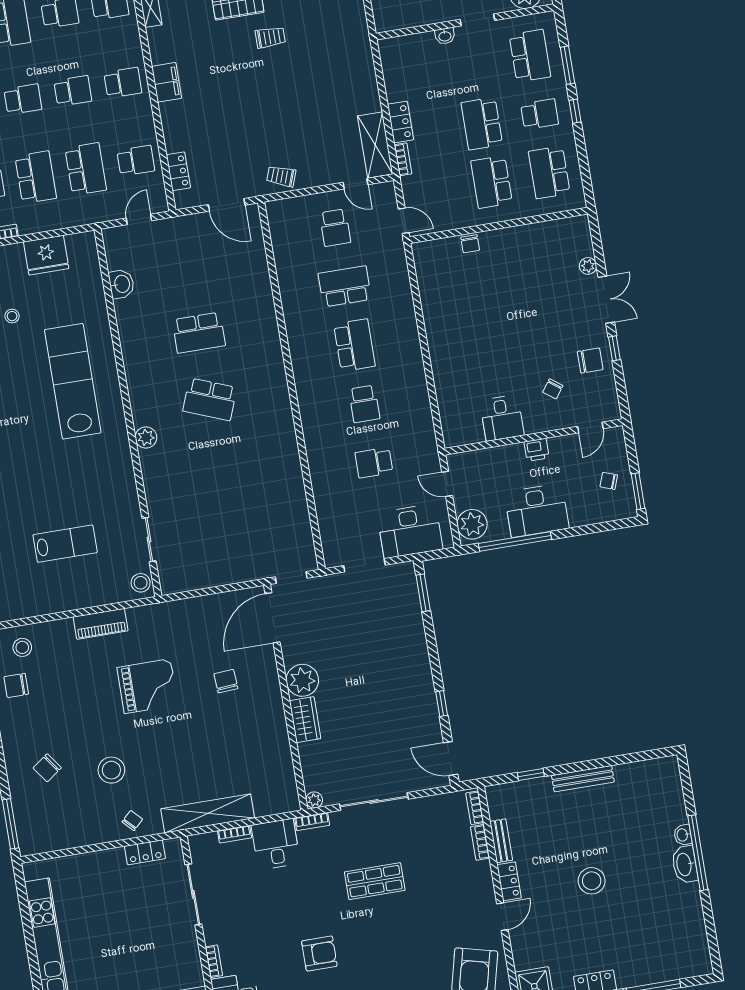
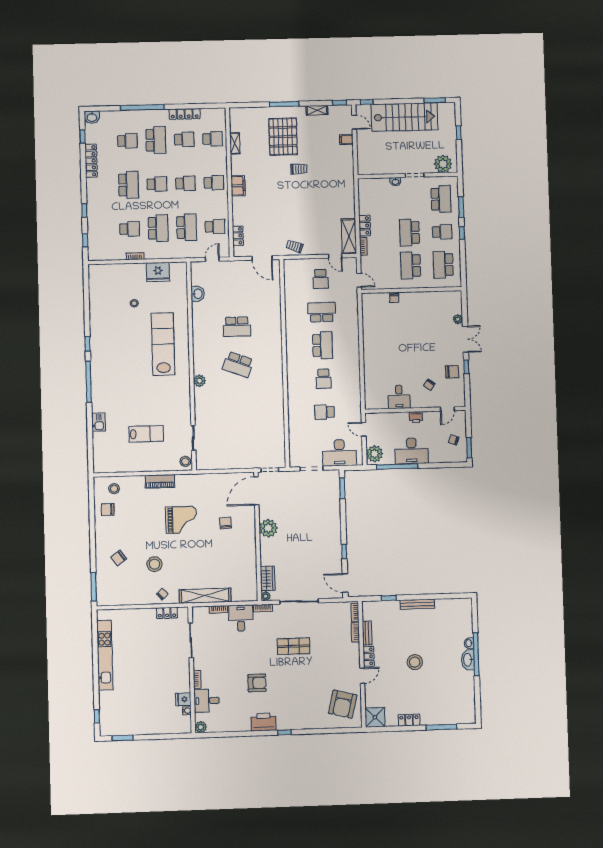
wardrobe: (305, 720) -> (268, 578), moved

